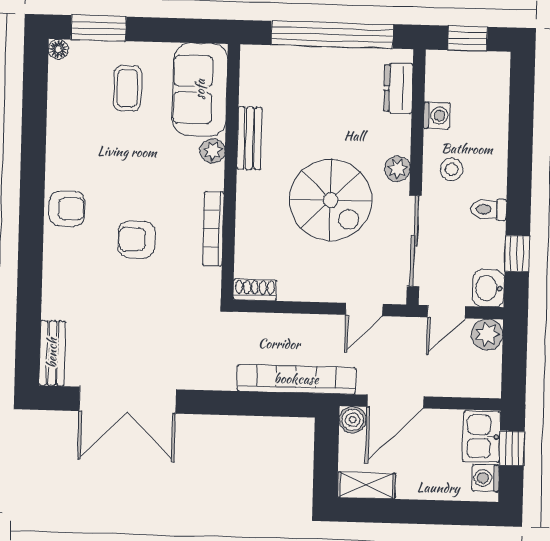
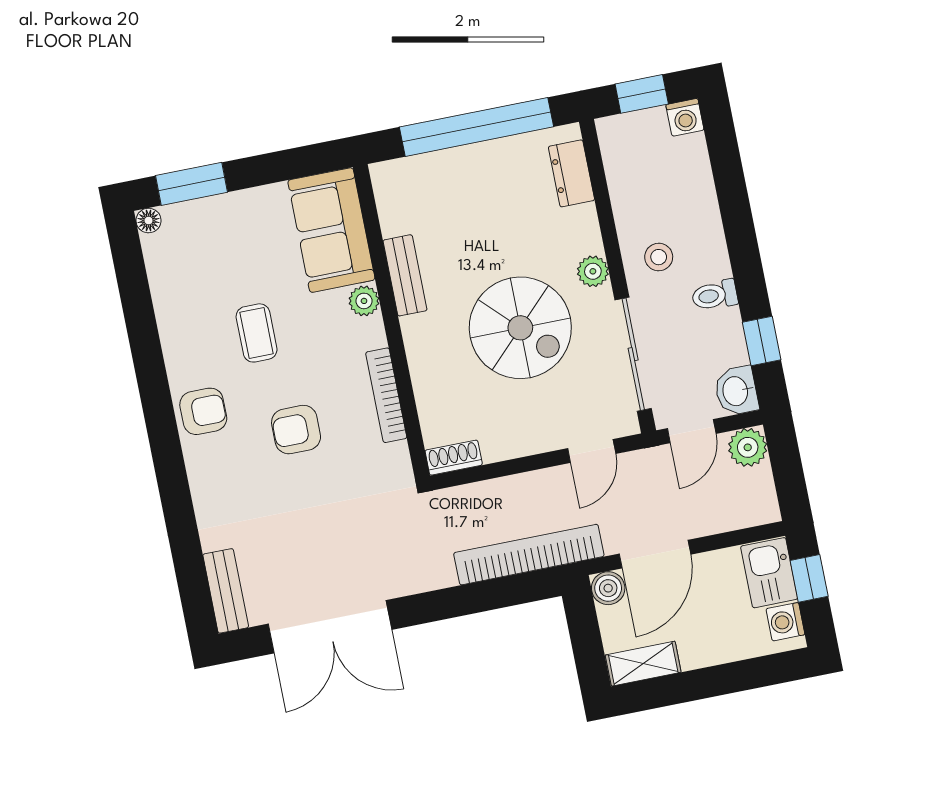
coffee table: (127, 88) -> (257, 333), moved
washing machine: (437, 115) -> (685, 117), moved, turned 90

